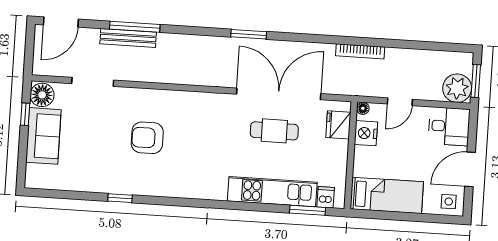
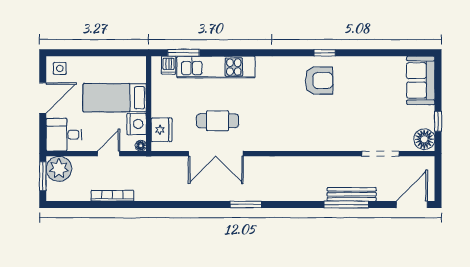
bookcase: (360, 51) -> (112, 196), moved
double door: (279, 94) -> (216, 154), width x0.73
sofa: (43, 136) -> (421, 80), moved
armchair: (147, 138) -> (319, 80), moved
bed: (387, 195) -> (115, 98), moved
window: (120, 198) -> (325, 53), moved

